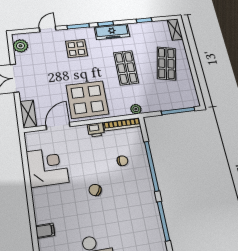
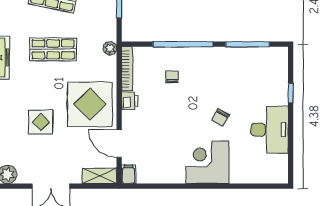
display table: (76, 49) -> (41, 122), moved
corner desk: (48, 167) -> (207, 162), moved
chair: (95, 190) -> (220, 117), moved
filing cabinet: (45, 231) -> (129, 174), moved

